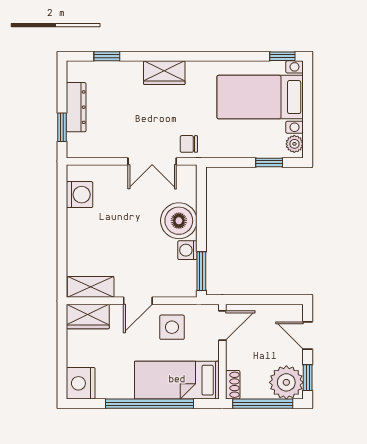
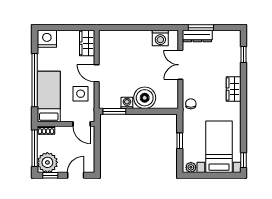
dresser: (76, 107) -> (197, 36), moved
window: (62, 127) -> (201, 28), width x1.50
double door: (152, 161) -> (180, 65), moved
window: (269, 162) -> (180, 141), moved
shelving: (91, 287) -> (105, 45), removed

